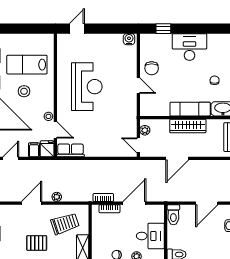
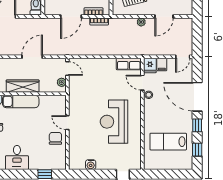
water cooler: (129, 39) -> (91, 165), moved
desk: (190, 47) -> (17, 158), width x0.73
lab bench: (27, 65) -> (168, 142), turned 180
stool: (24, 91) -> (171, 117), removed

